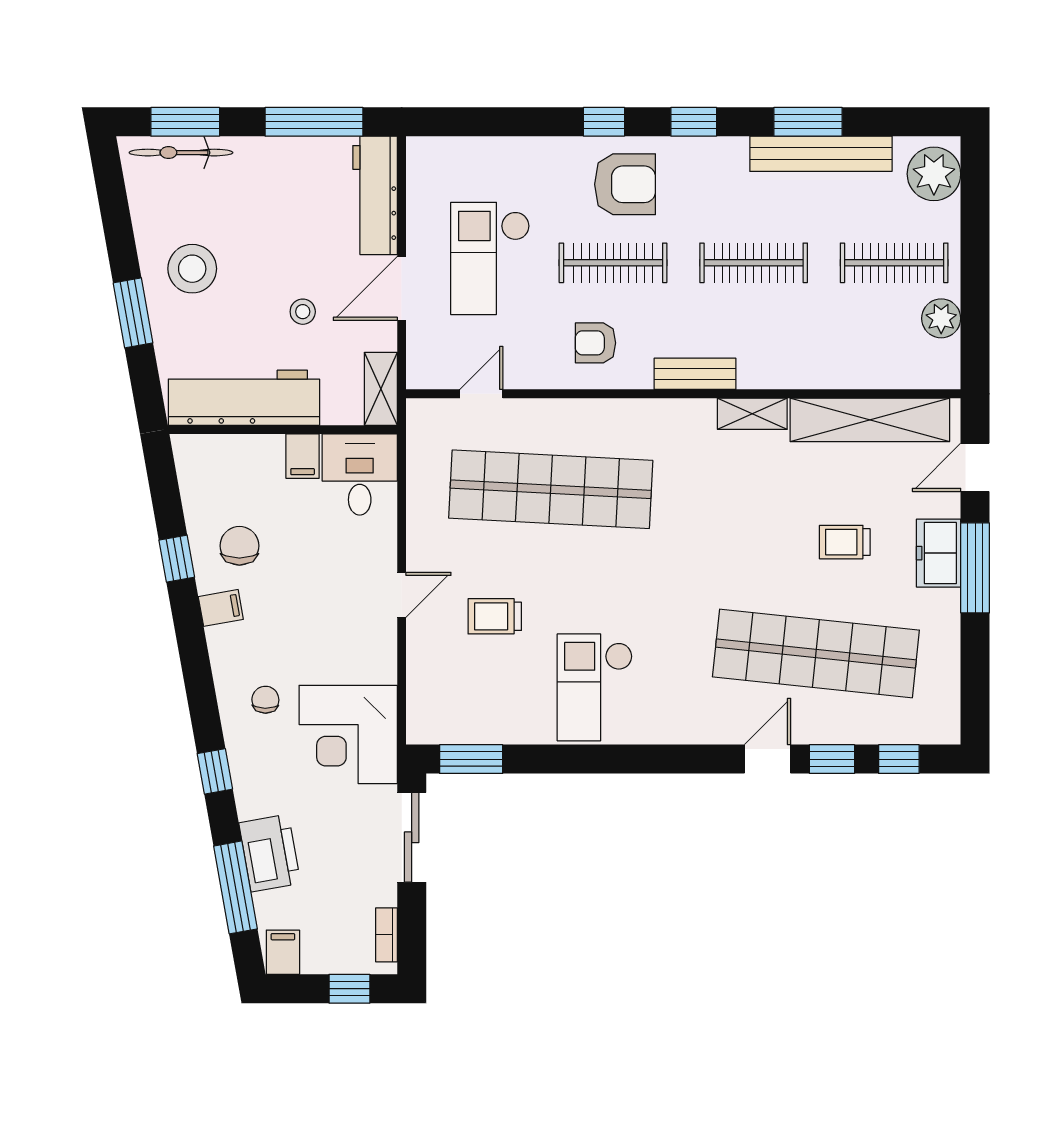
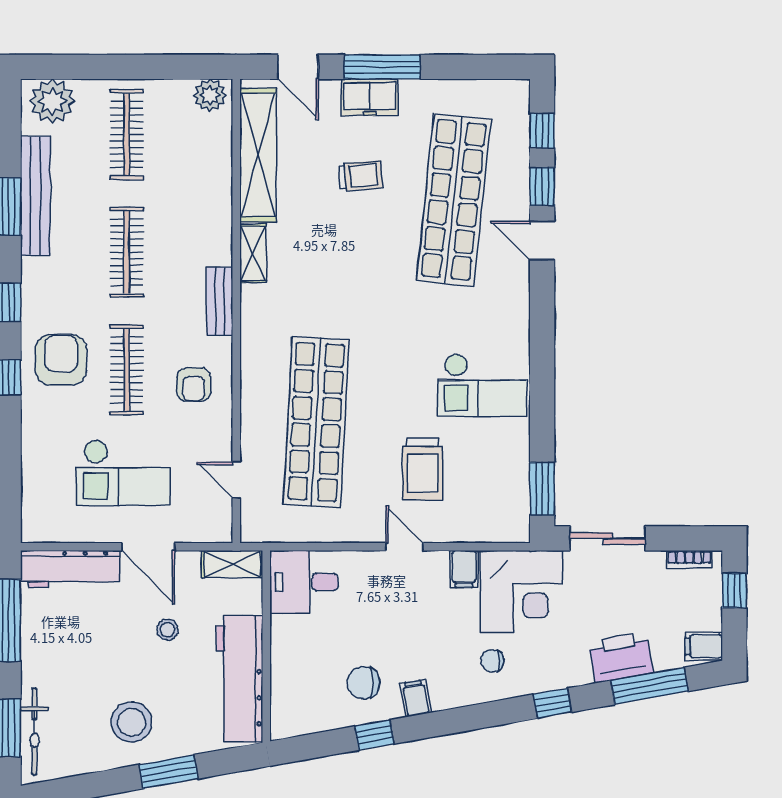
plant: (941, 318) -> (210, 95), moved
filing cabinet: (303, 456) -> (464, 569), moved, turned 90
trolley: (845, 542) -> (360, 176), turned -95
trolley: (495, 616) -> (423, 469), width x1.36, depth x1.39

